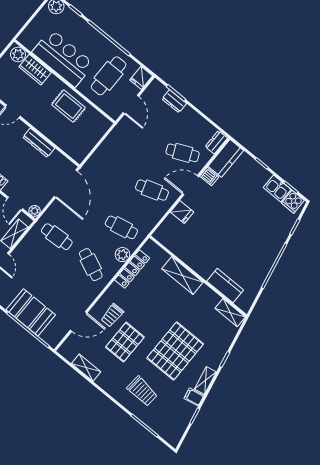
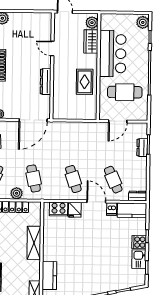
fridge: (141, 78) -> (140, 114), removed
cooker: (293, 202) -> (139, 242), moved
cooker: (169, 227) -> (59, 209), added

